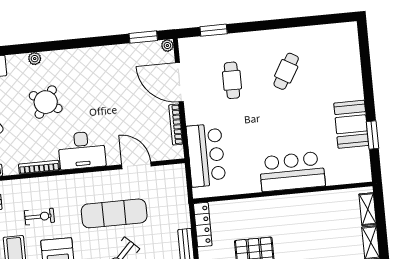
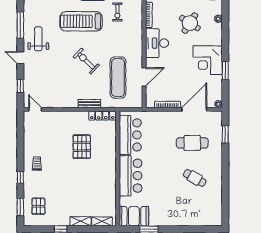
window: (143, 37) -> (225, 71), moved
corner desk: (101, 69) -> (208, 60), added
cafe table: (232, 80) -> (192, 143), width x1.37, depth x1.35
booth: (351, 124) -> (134, 216), moved
bar counter: (206, 155) -> (130, 135), moved, turned -90
exercise mat: (114, 213) -> (118, 78), moved

